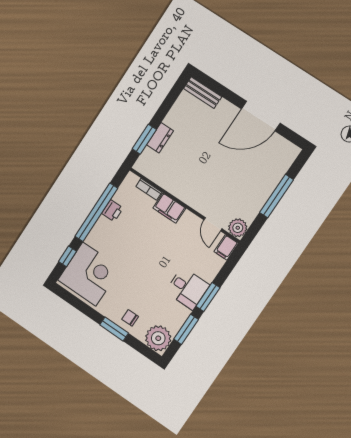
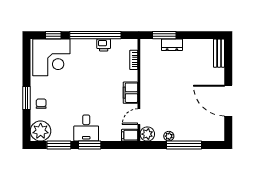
plant: (256, 206) -> (169, 136), added
filing cabinet: (169, 208) -> (130, 93), moved

